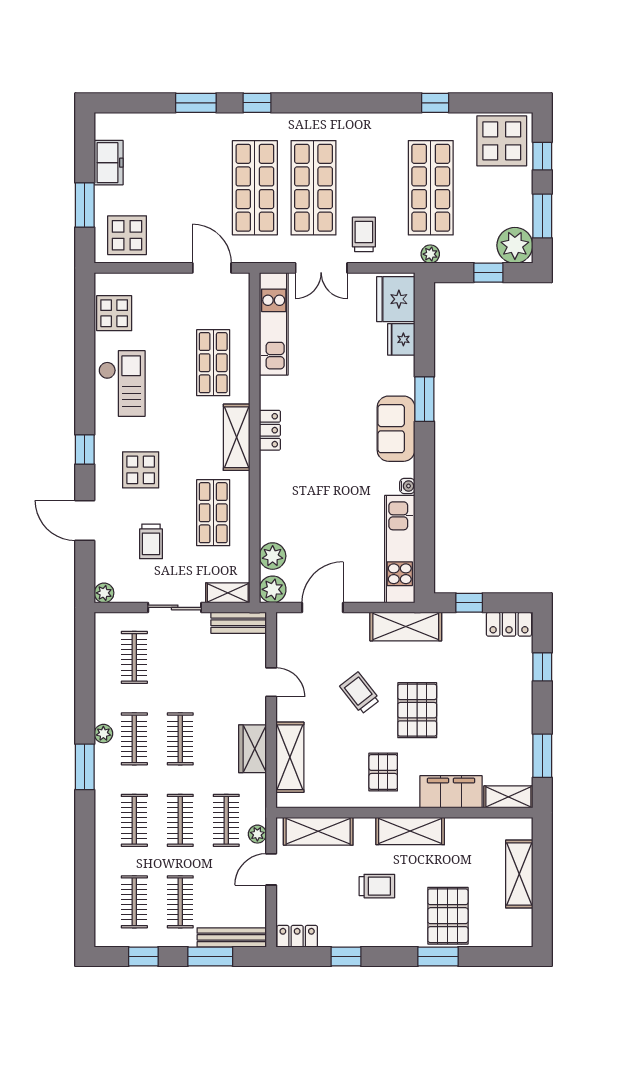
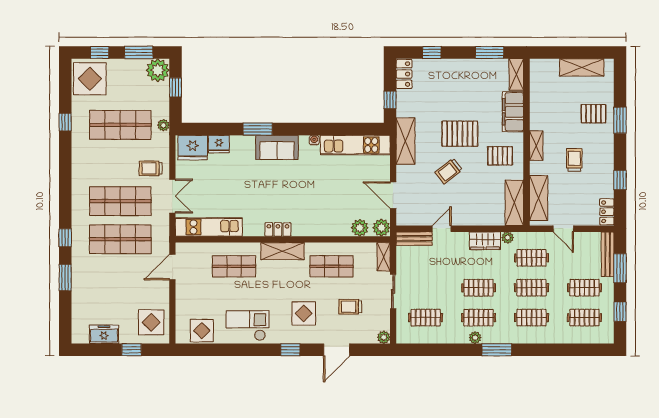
window: (85, 205) -> (132, 350), width x0.67
trolley: (151, 541) -> (350, 307), turned 180
bench: (239, 623) -> (414, 239), moved, turned 90
shelving: (290, 757) -> (514, 203), moved, turned 90
shelving: (410, 831) -> (536, 146), width x0.67, depth x0.75
plant: (257, 834) -> (508, 238), moved
shelving: (519, 874) -> (582, 67), moved
pallet: (448, 916) -> (593, 114), width x0.67, depth x0.71

